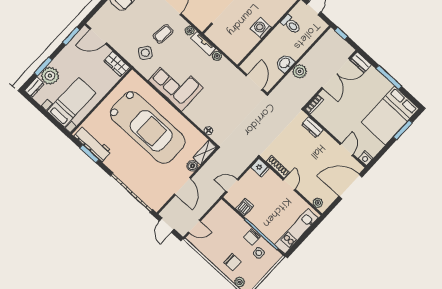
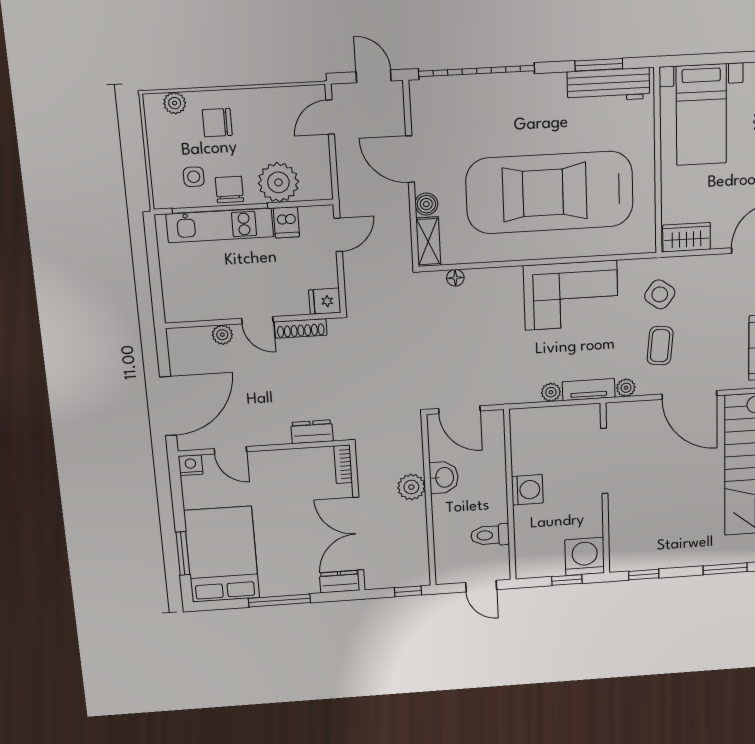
plant: (318, 203) -> (222, 335), moved
plant: (233, 223) -> (278, 182), added
kitchen unit: (296, 231) -> (220, 225), moved, turned 90

